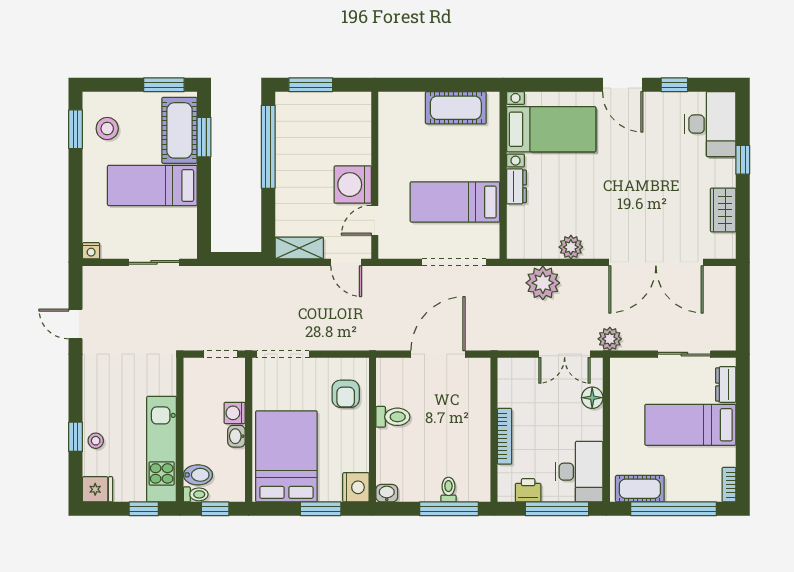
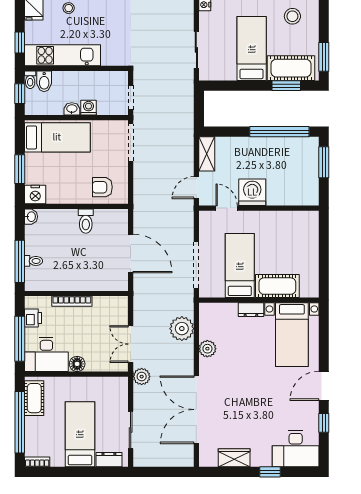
cot: (456, 108) -> (277, 286), moved, turned 90
floor lamp: (592, 398) -> (77, 364), moved
bed: (286, 456) -> (57, 137), width x0.67

